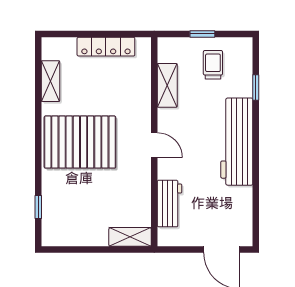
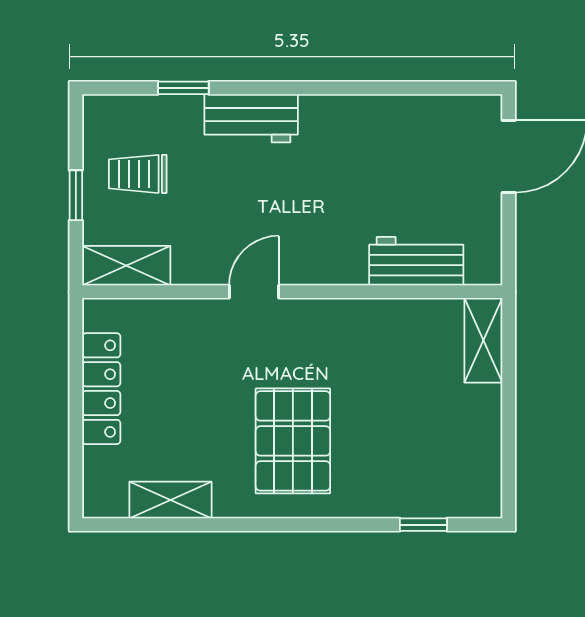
shelving: (167, 85) -> (126, 266), moved
pallet: (80, 142) -> (293, 441), width x0.73, depth x0.71
workbench: (237, 142) -> (251, 118), width x0.53, depth x0.76
door: (154, 145) -> (254, 292), moved

